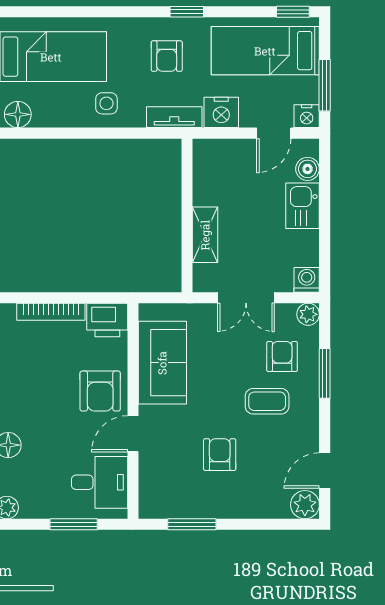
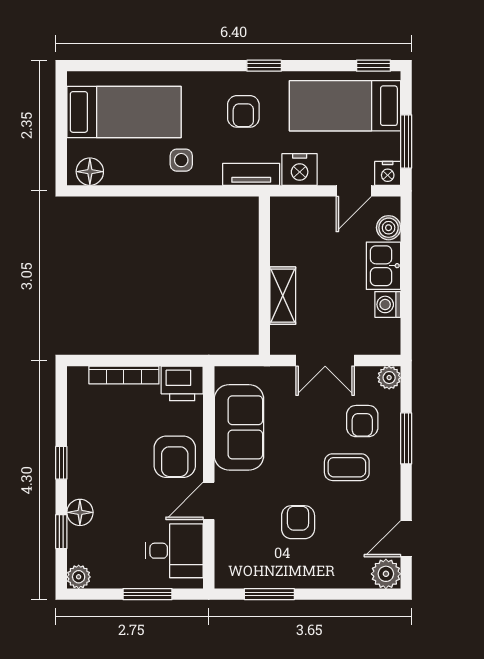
washing machine: (307, 280) -> (388, 304), moved, turned -90
armchair: (282, 356) -> (362, 421), turned 180

